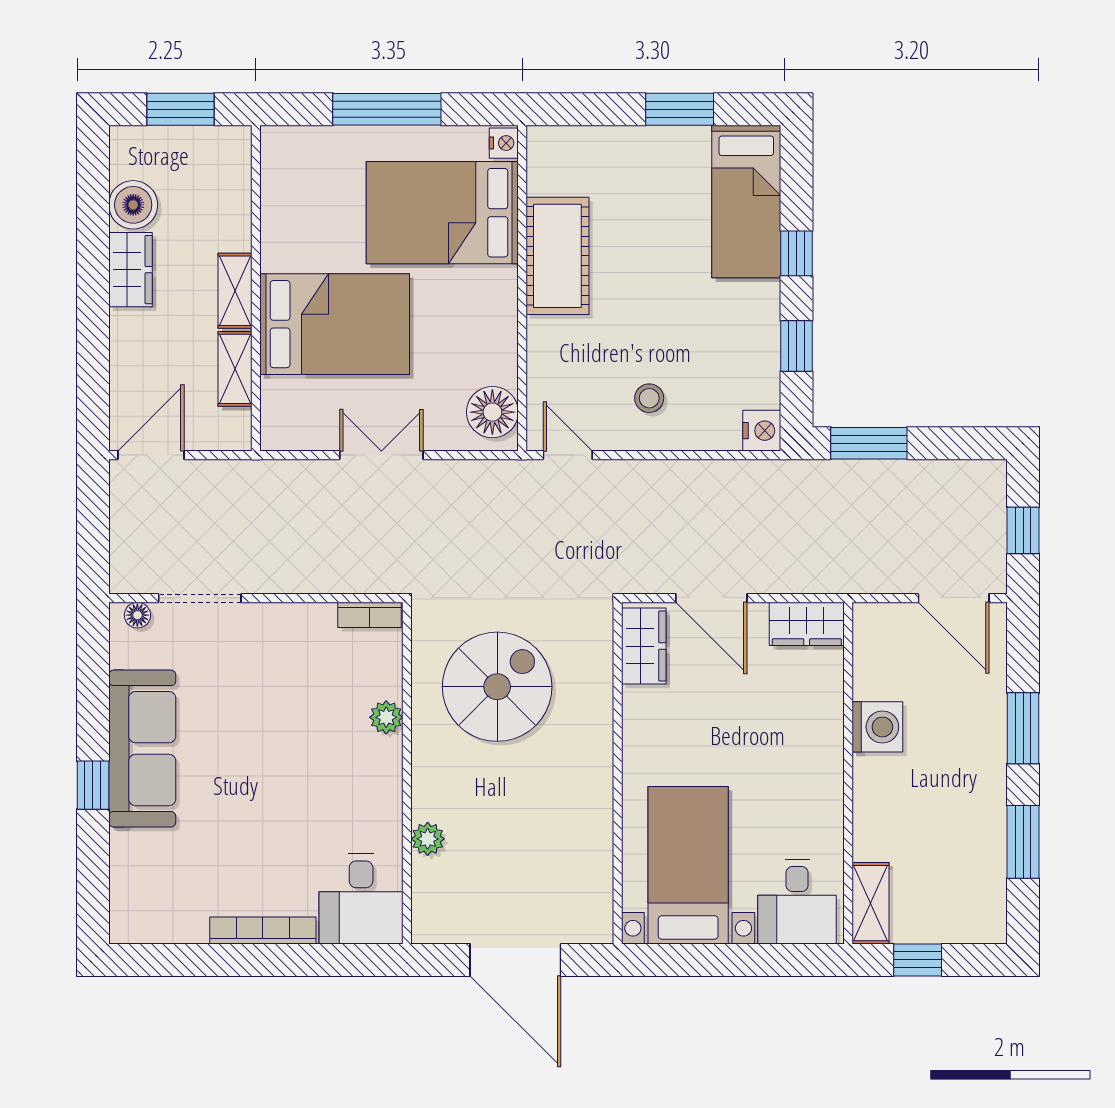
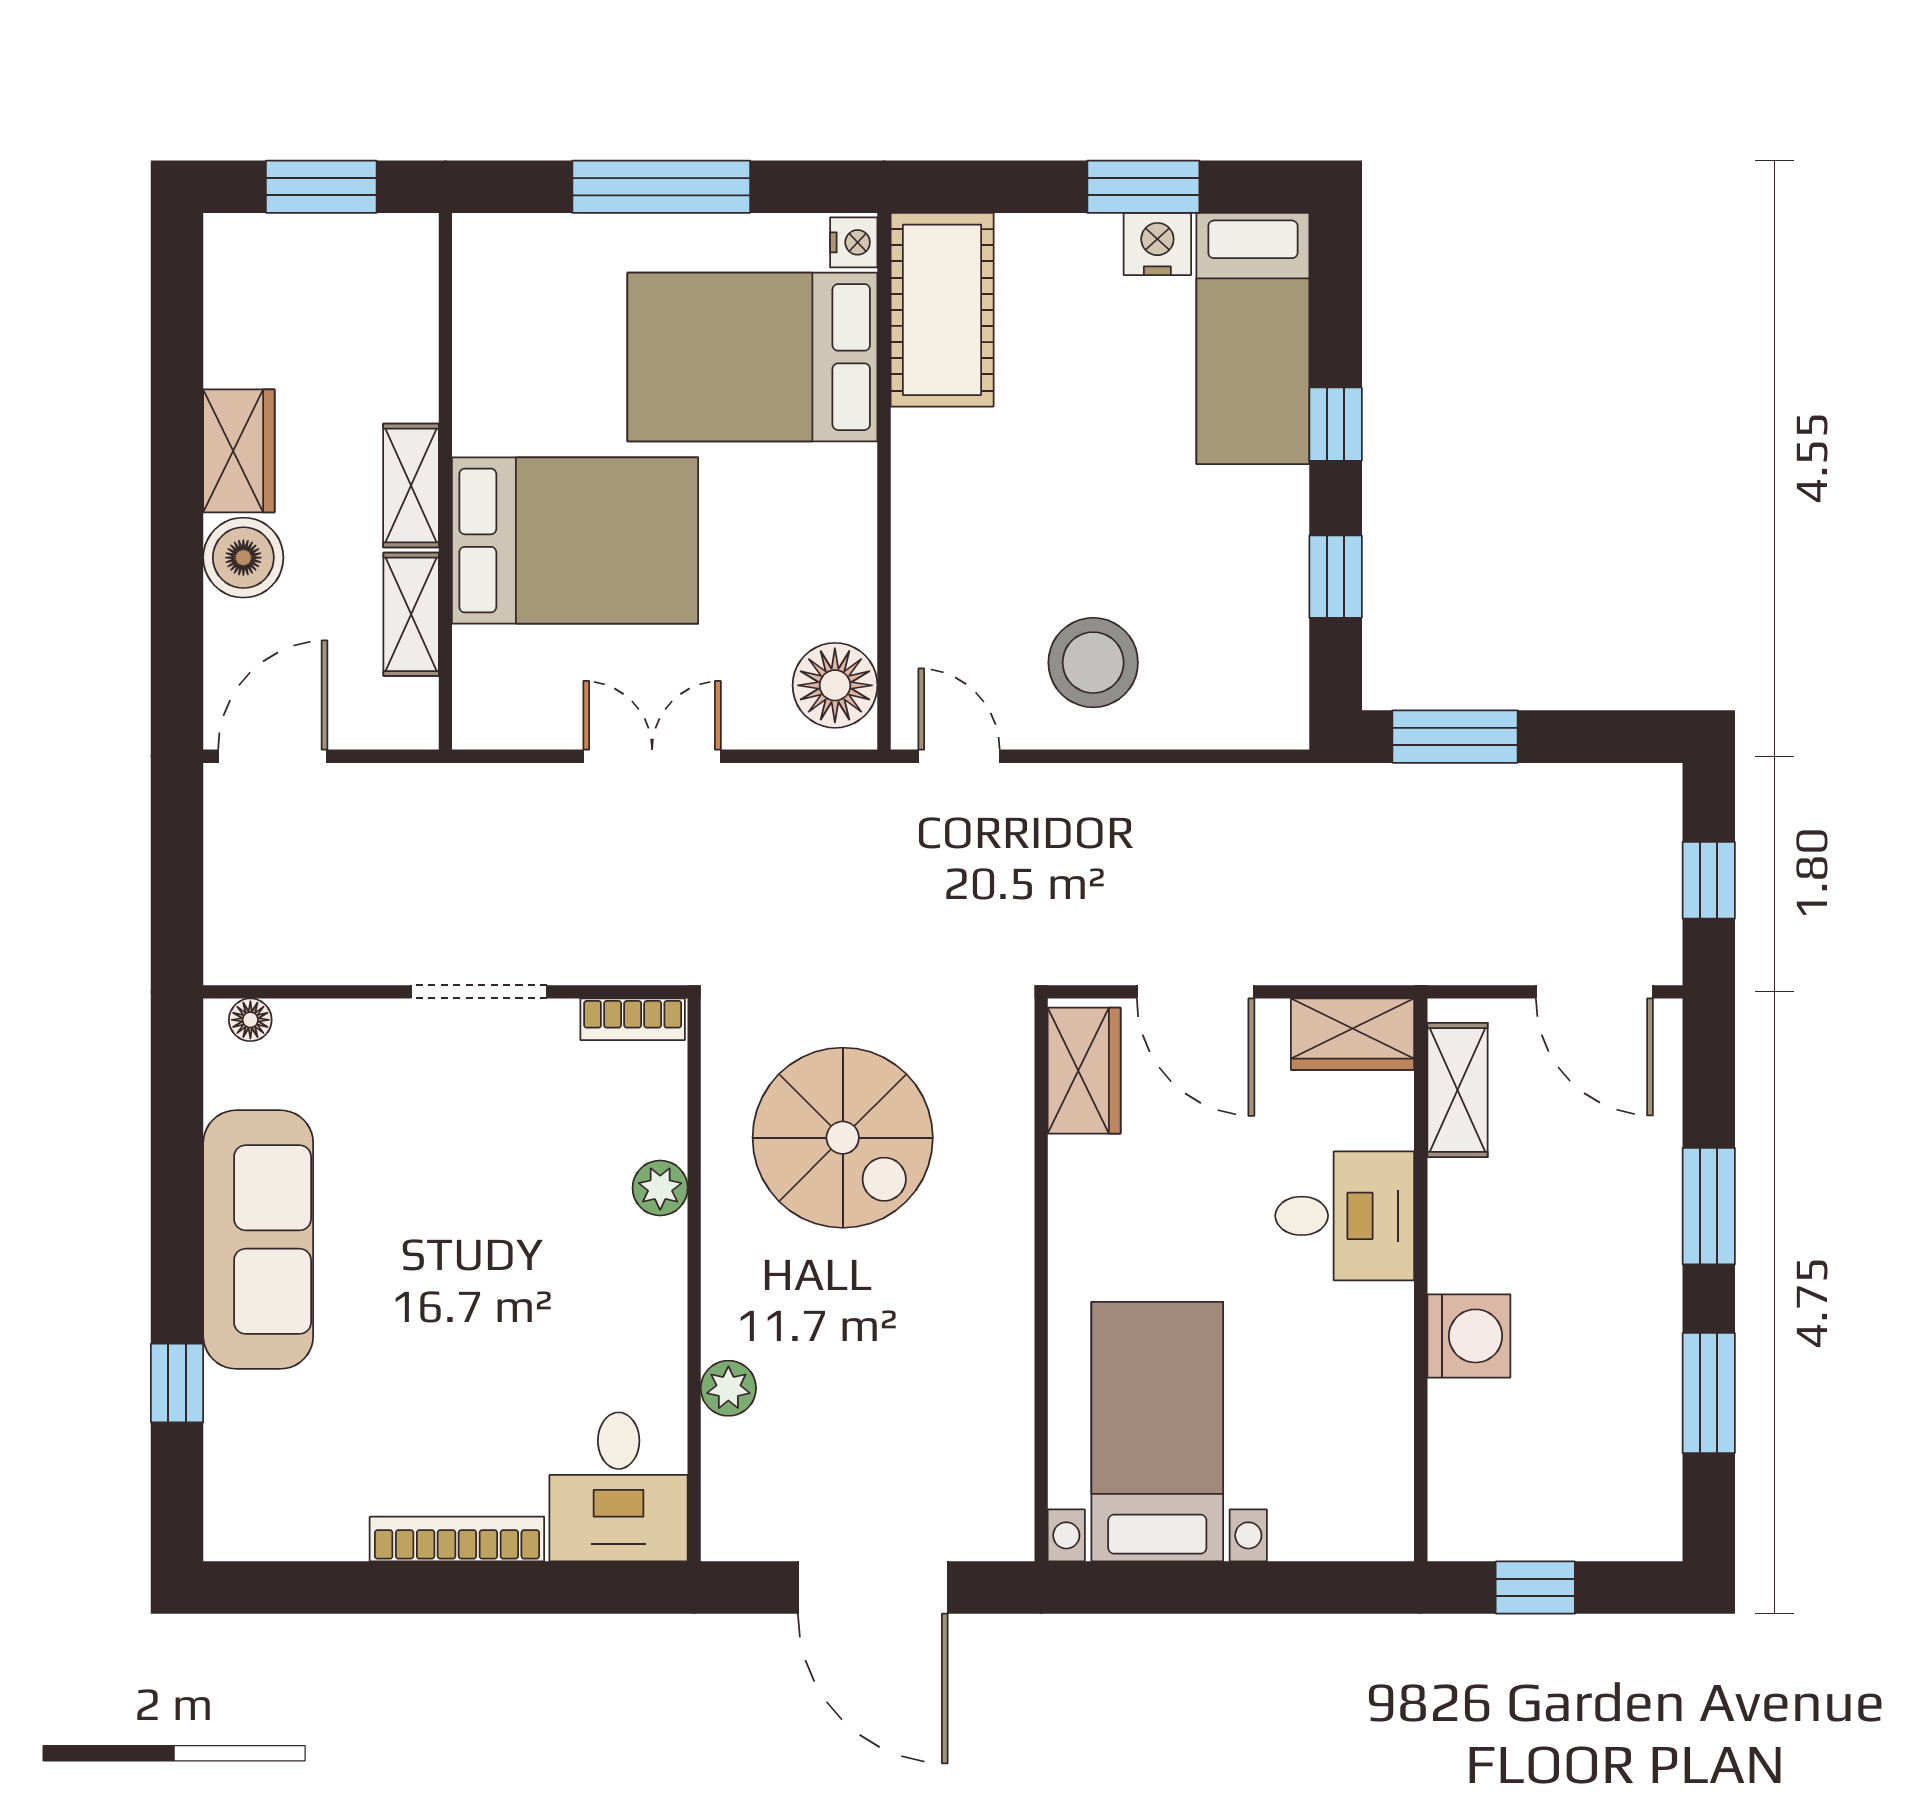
boiler: (133, 205) -> (243, 558), moved
cot: (557, 256) -> (942, 310), moved
stool: (649, 398) -> (1093, 663), width x1.89, depth x1.89
nightstand: (762, 431) -> (1157, 244), moved, turned -90
doorway: (200, 598) -> (479, 992), moved
spiral stairs: (497, 687) -> (843, 1138), turned 90
washing machine: (877, 727) -> (1469, 1336), moved
window: (93, 785) -> (177, 1383), moved
desk: (797, 902) -> (1345, 1216), moved, turned -90
shelving: (870, 903) -> (1458, 1090), moved

